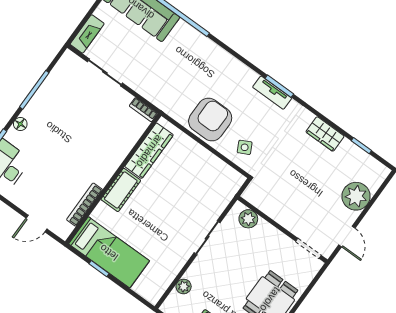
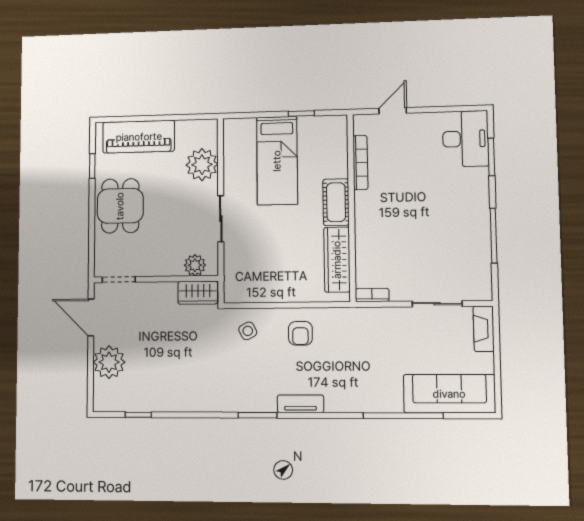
tv unit: (272, 93) -> (300, 404), moved
armchair: (210, 120) -> (300, 333), width x0.53, depth x0.53
floor lamp: (20, 124) -> (481, 193), removed
wardrobe: (325, 134) -> (198, 293), moved, turned 180
door: (347, 236) -> (91, 317), width x1.38
bed: (109, 252) -> (277, 161), moved, turned -90
plant: (184, 286) -> (202, 165), width x1.88, depth x1.88

